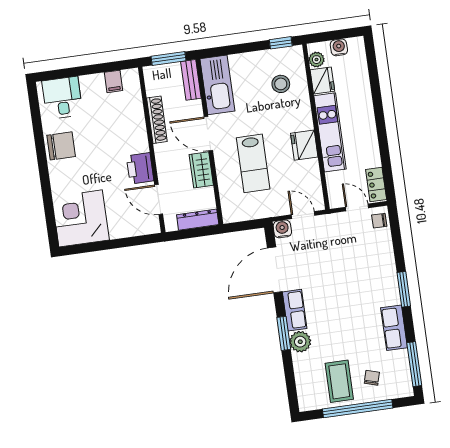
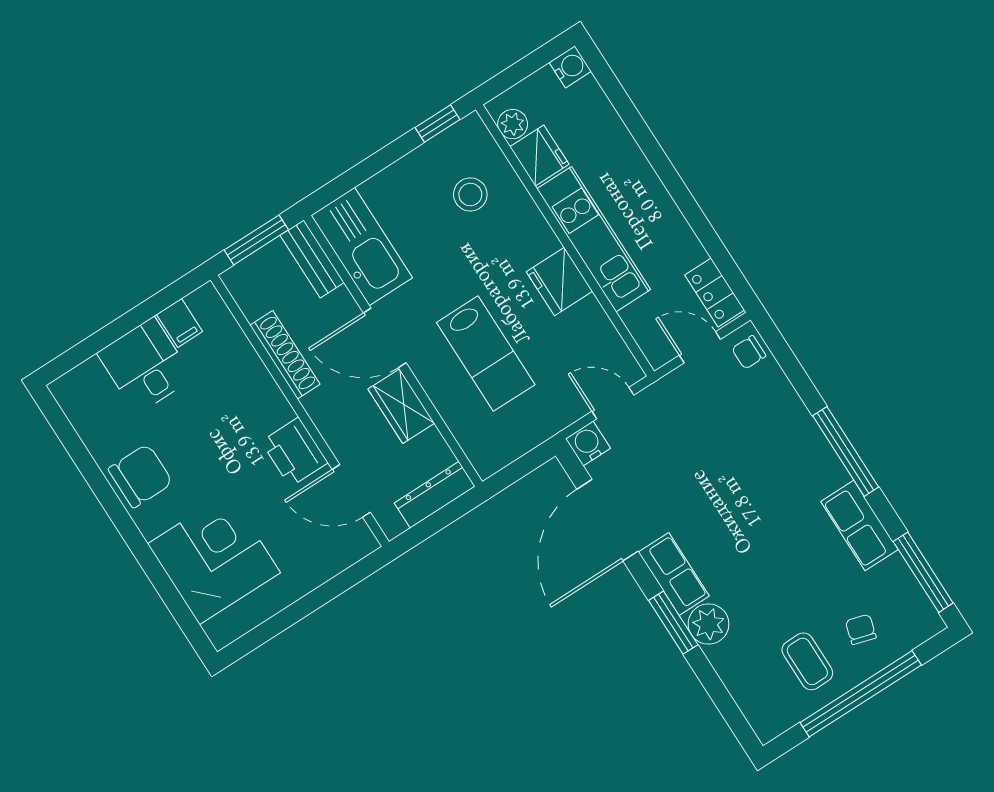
water cooler: (339, 47) -> (570, 67), moved, turned 90
desk: (62, 98) -> (145, 366), moved
corner desk: (81, 218) -> (214, 558), moved, turned 90
window: (404, 289) -> (846, 451), width x1.44
coffee table: (339, 381) -> (807, 661), width x0.73, depth x0.77

